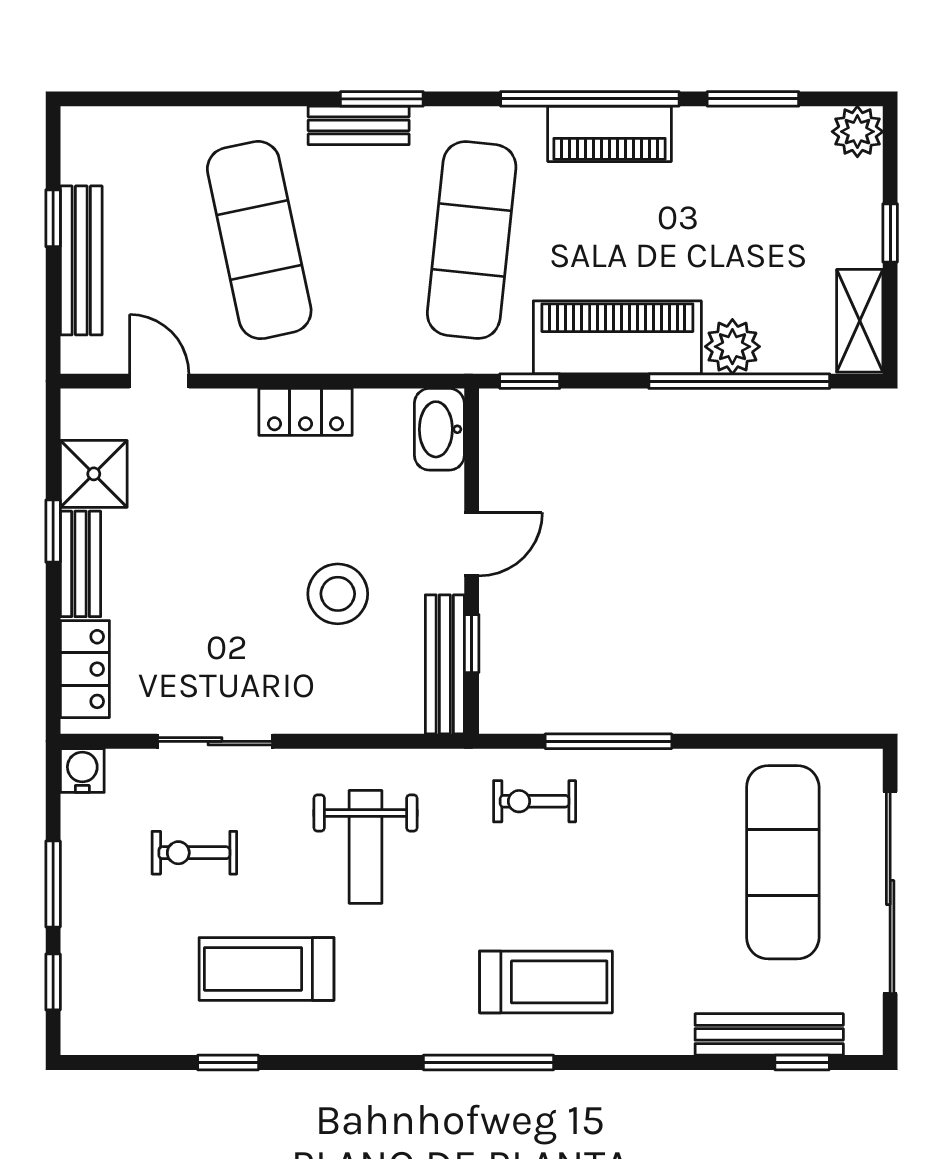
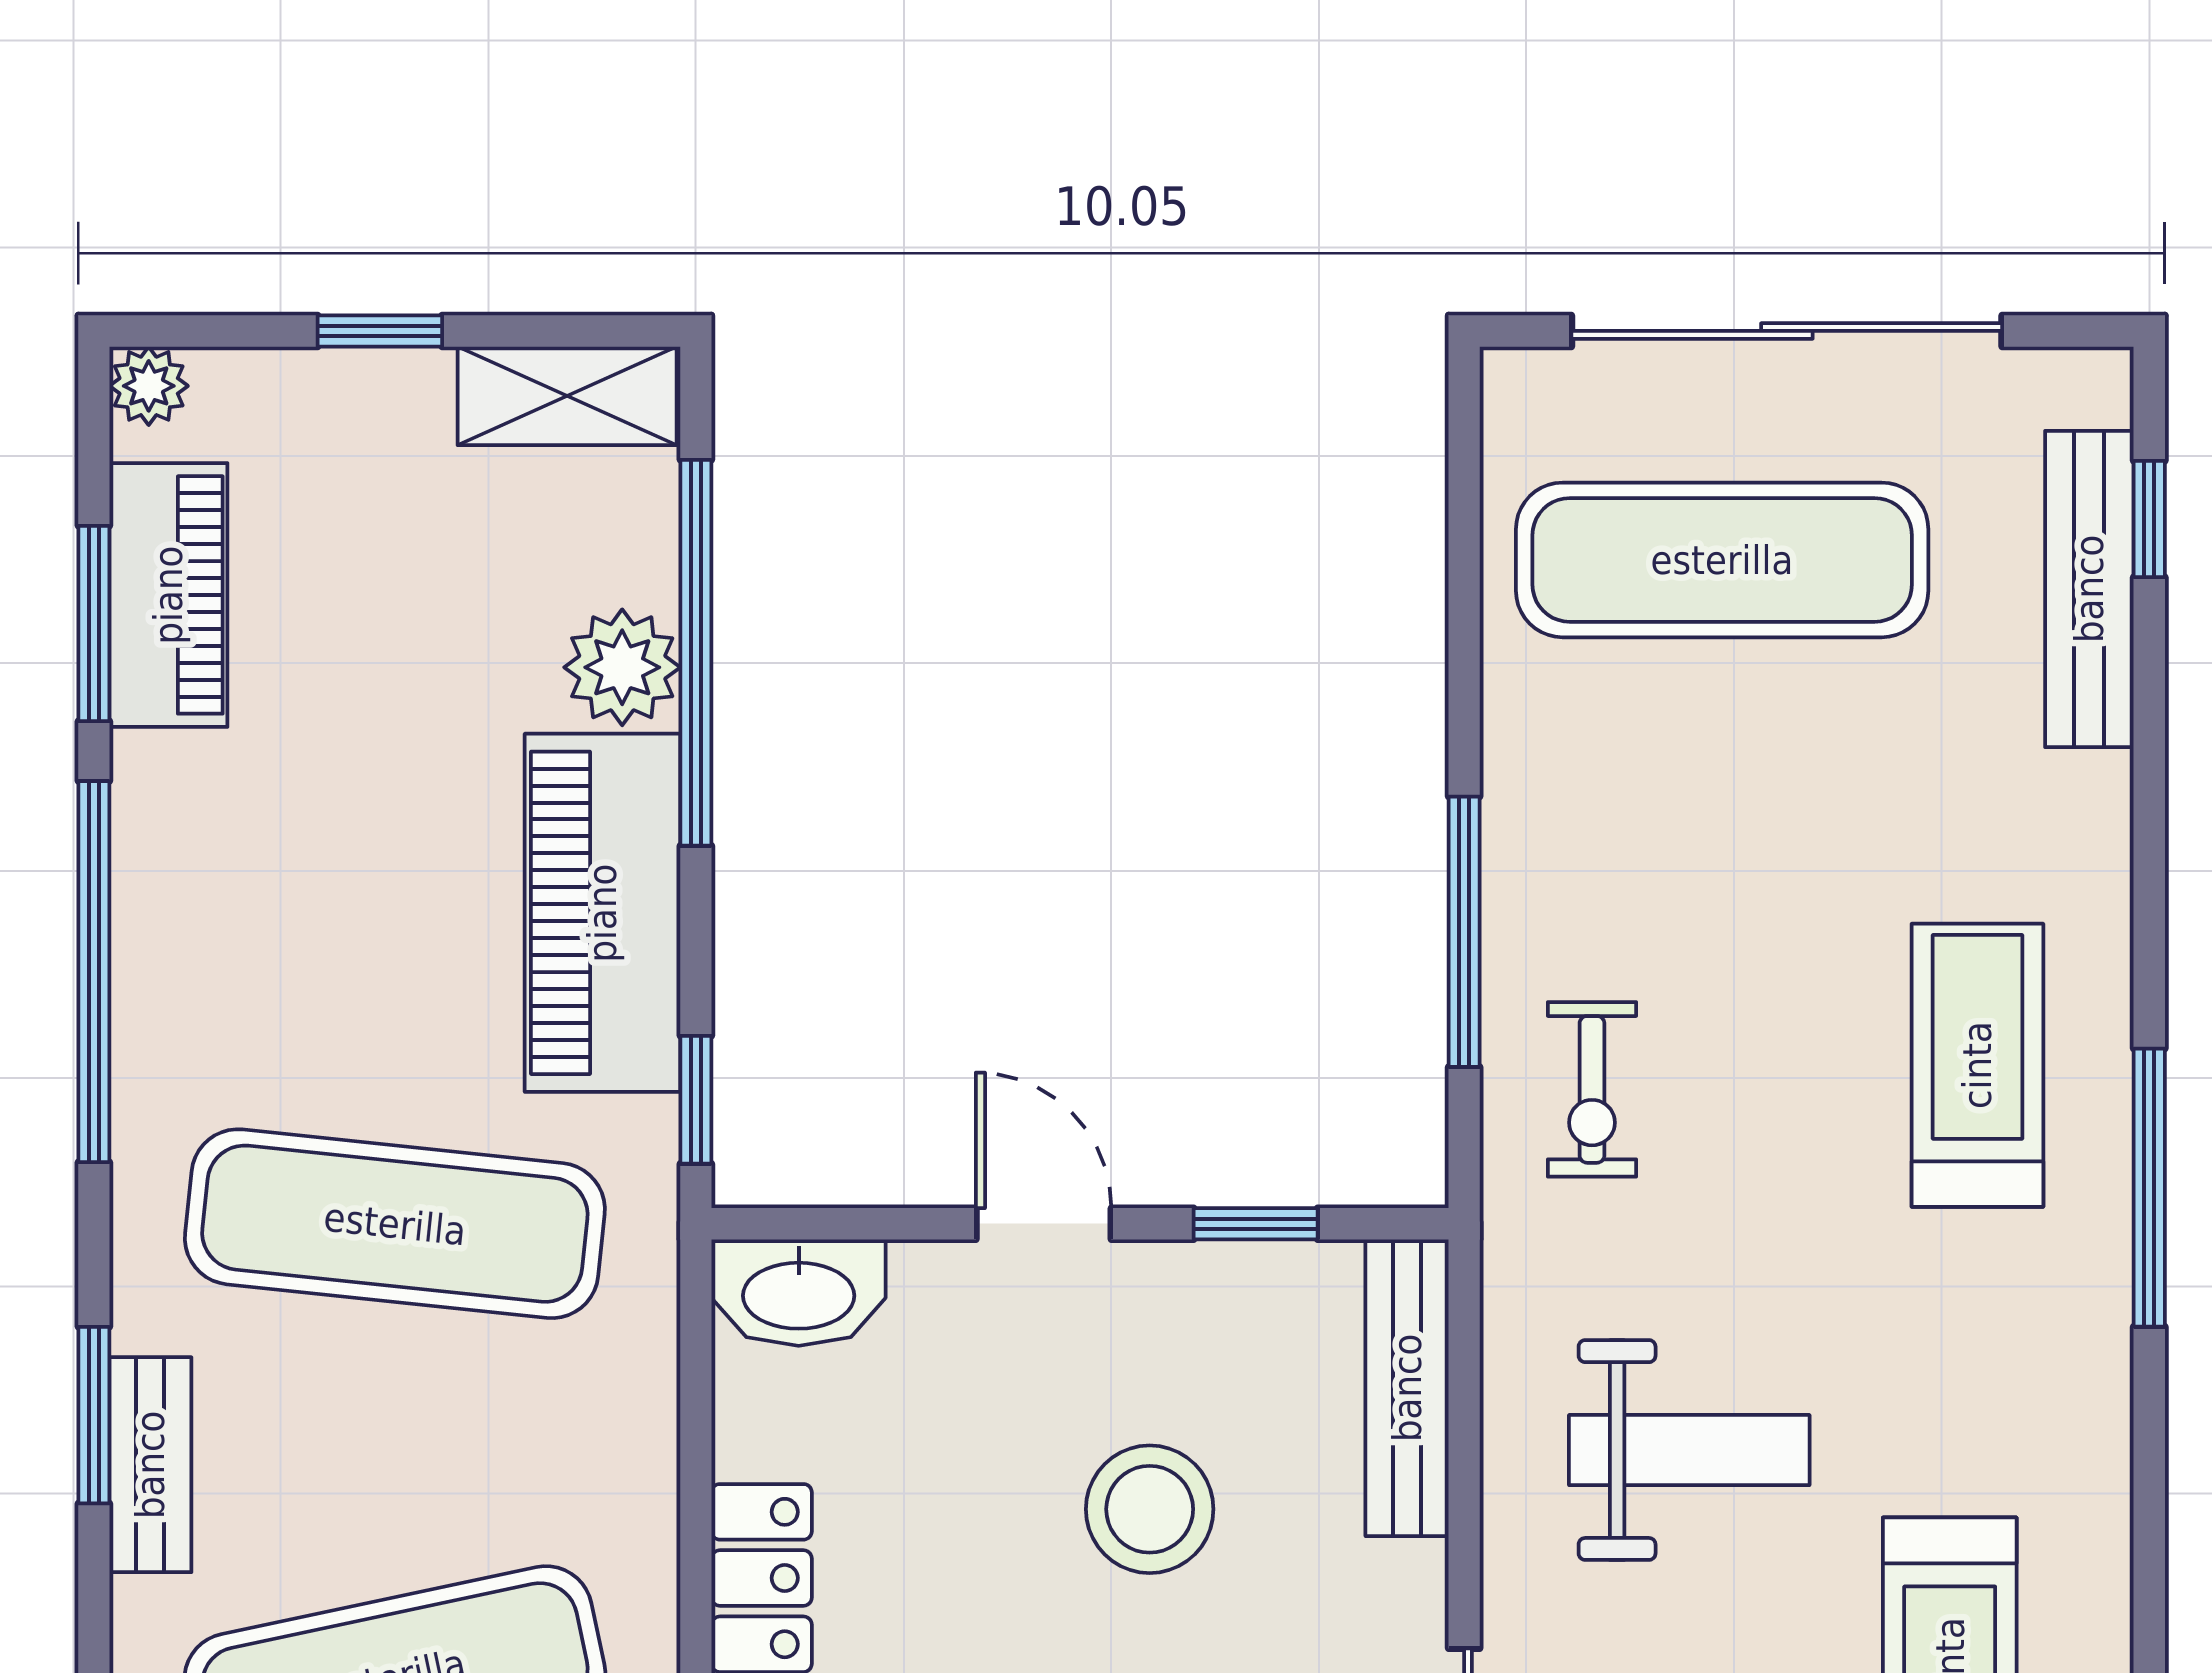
plant: (857, 132) -> (149, 386), width x0.73, depth x0.73
piano: (609, 134) -> (168, 595), moved
bench: (445, 664) -> (1407, 1388), moved, turned 90

